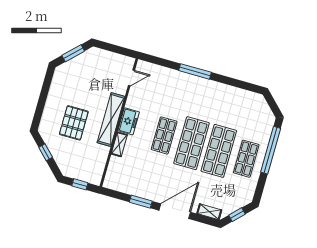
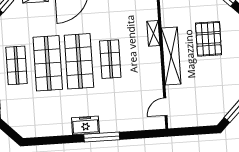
freezer: (129, 121) -> (85, 125), moved, turned 90

